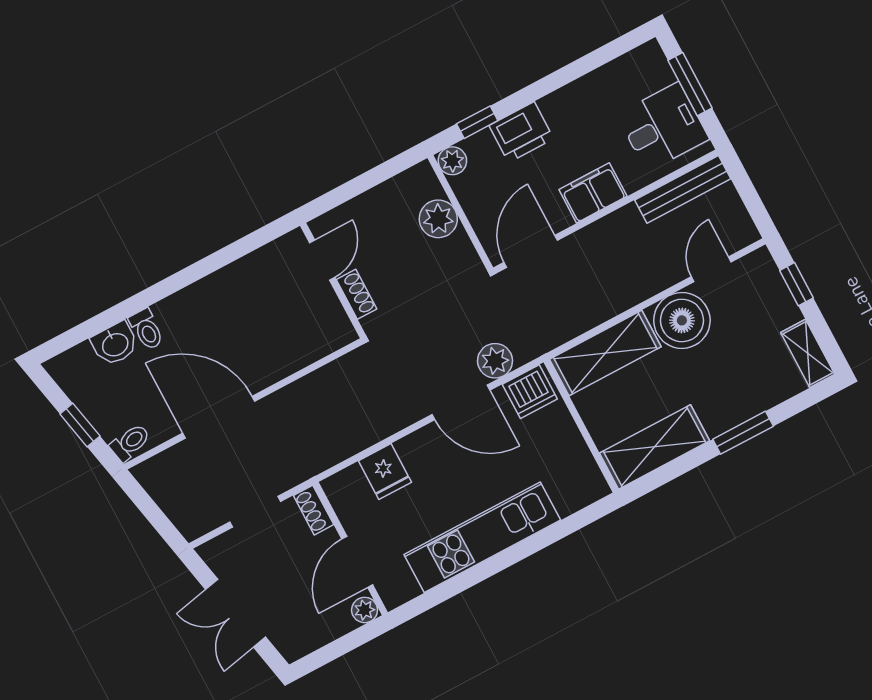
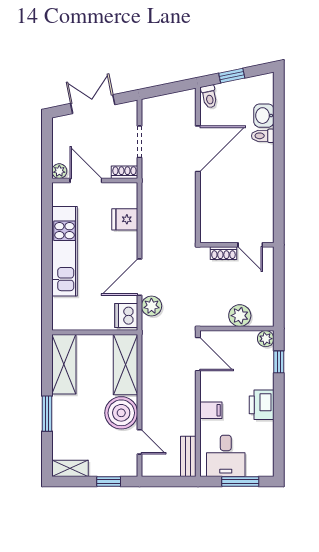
printer: (521, 132) -> (262, 405), moved
bench: (683, 189) -> (188, 456), width x0.73
filing cabinet: (593, 193) -> (211, 410), width x0.50

